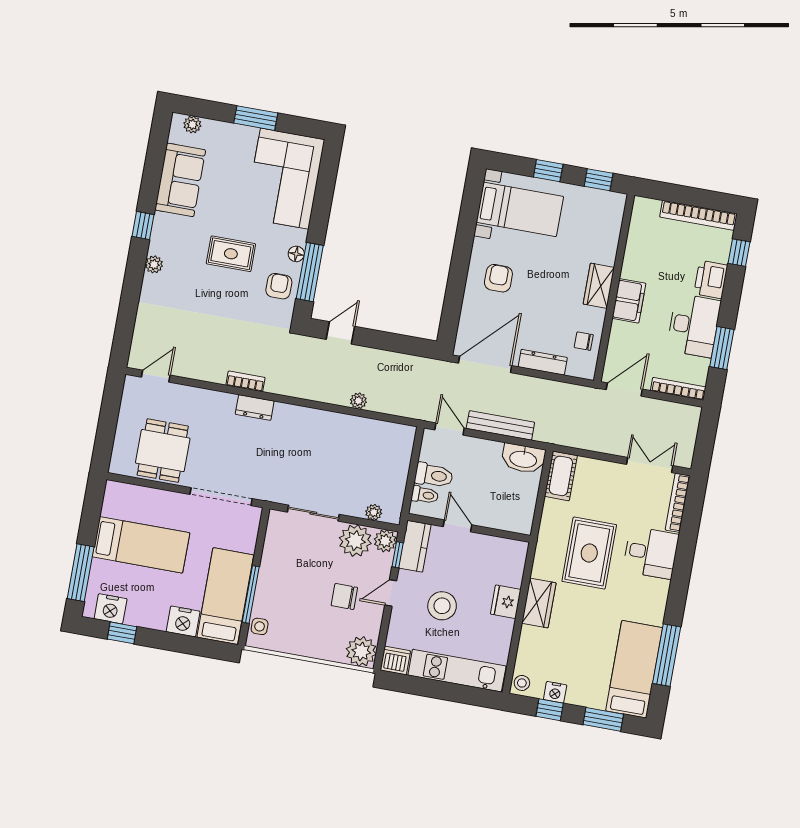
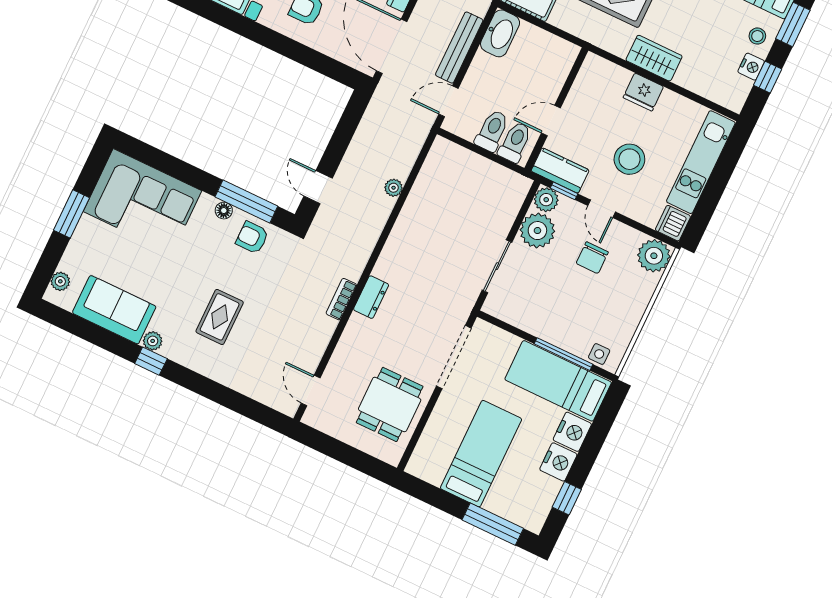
rug: (231, 254) -> (220, 317), moved
plant: (154, 264) -> (153, 341), moved
dining table: (163, 451) -> (390, 404), turned 90
toilet: (425, 495) -> (515, 142), width x1.37, depth x1.39
plant: (374, 512) -> (513, 203), removed
nightstand: (111, 609) -> (558, 462), moved
stool: (522, 683) -> (757, 36), moved

